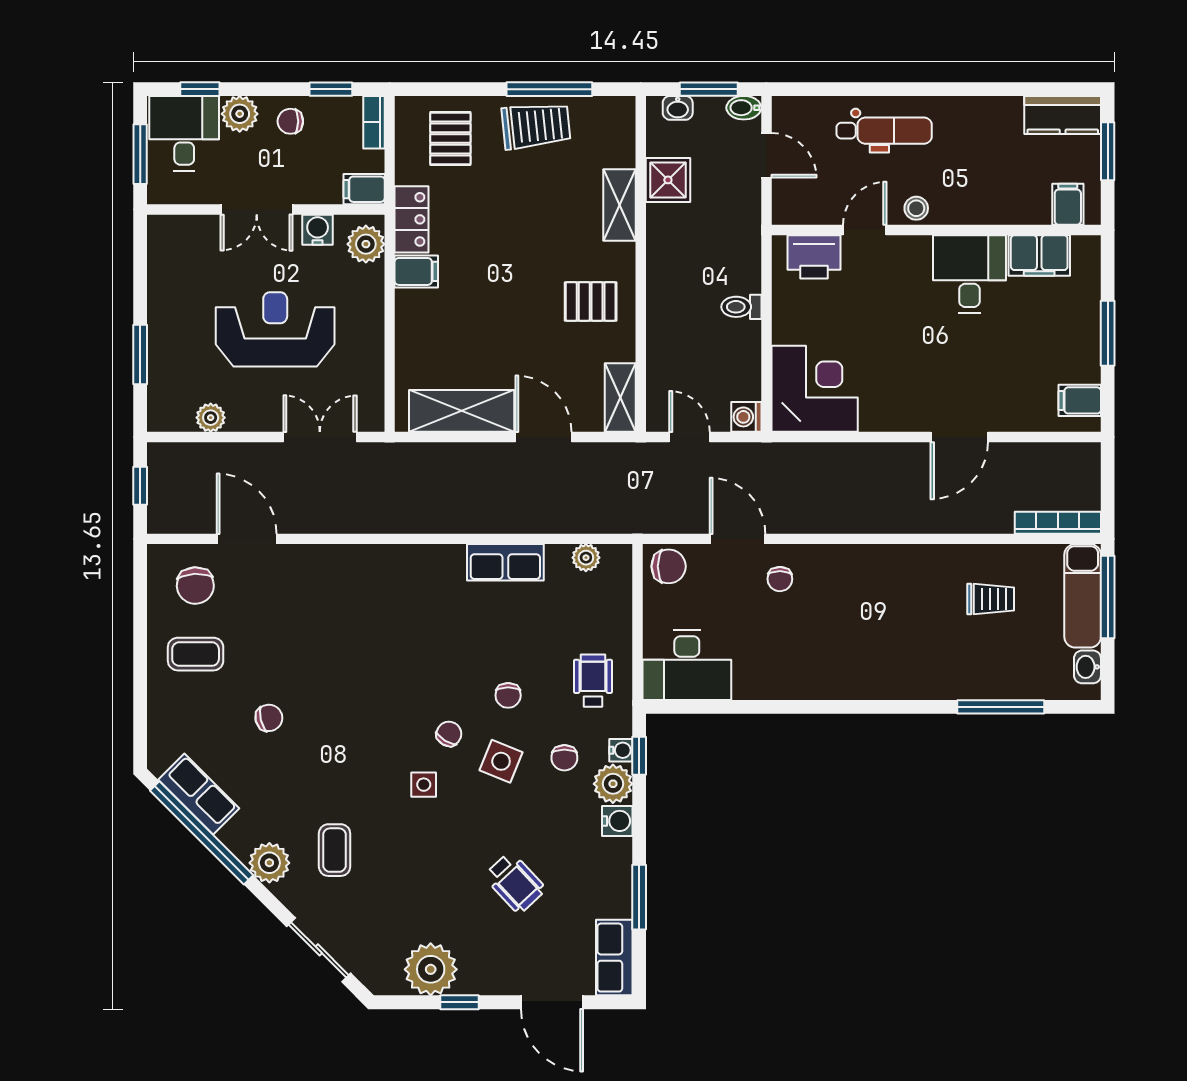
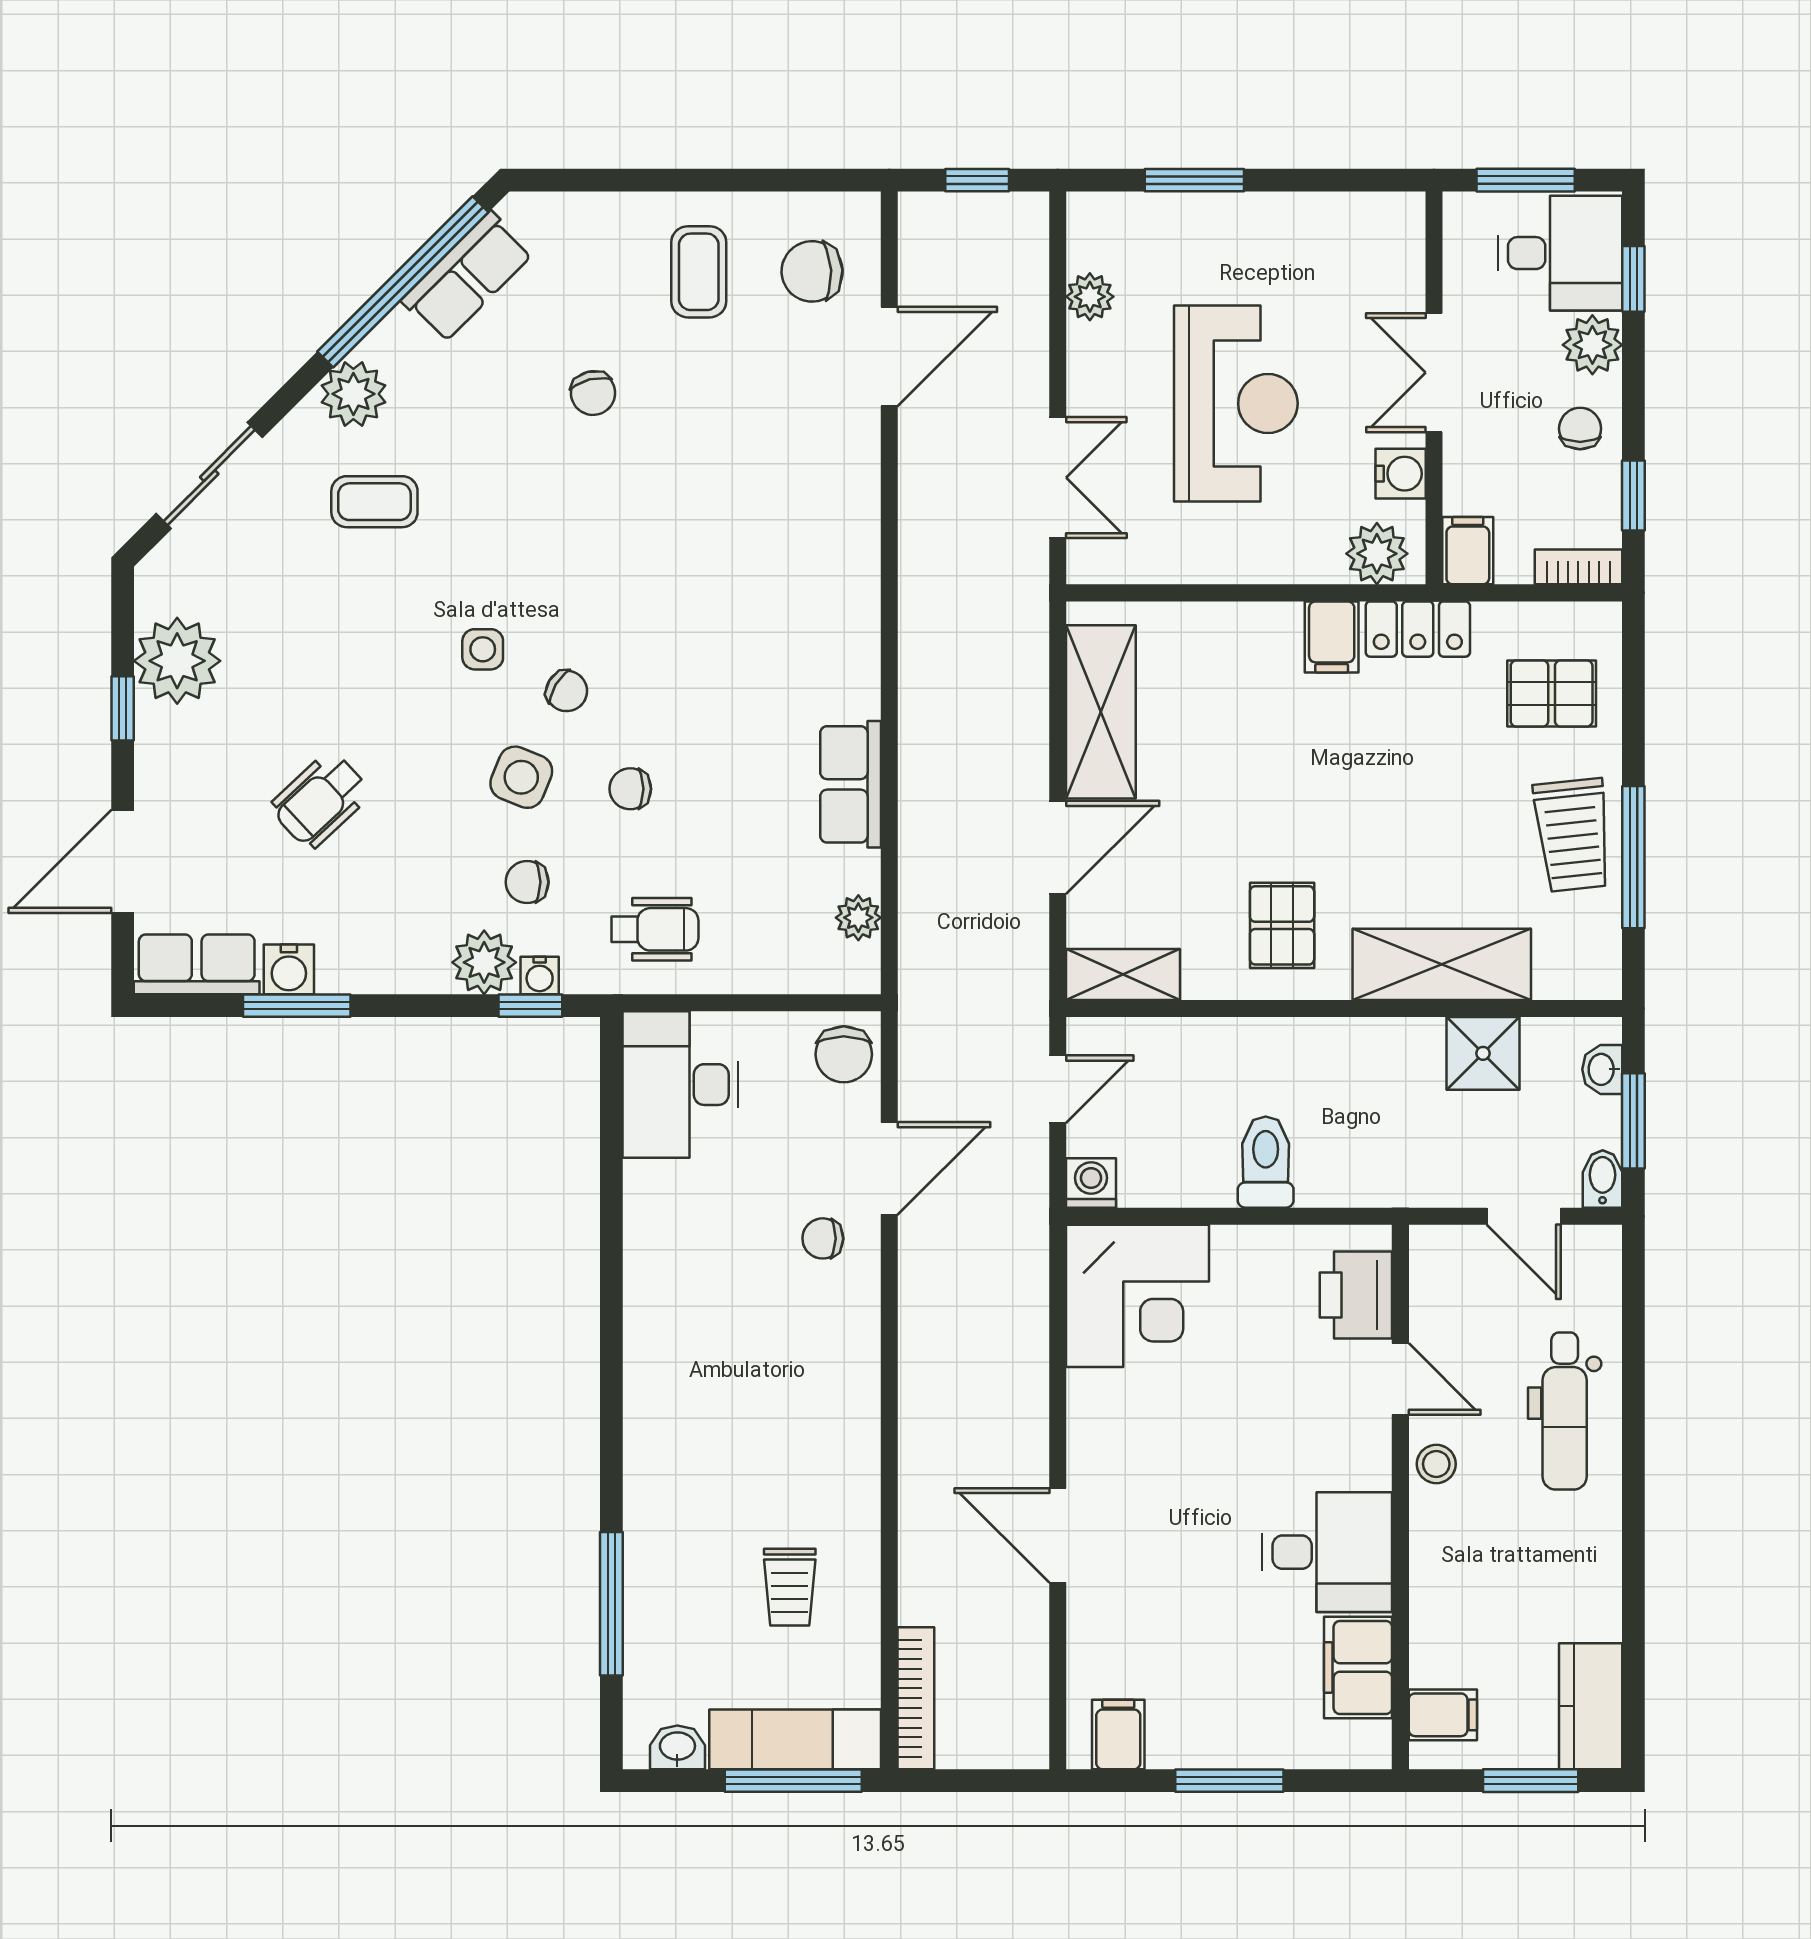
door: (766, 155) -> (1524, 1216), hinge flipped
shelving: (620, 205) -> (1442, 964), width x1.50, depth x1.33
toilet: (741, 307) -> (1266, 1162), width x1.37, depth x1.39
water cooler: (617, 821) -> (289, 969), moved

